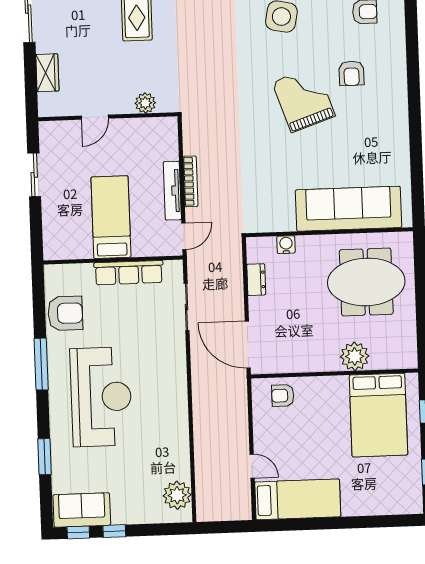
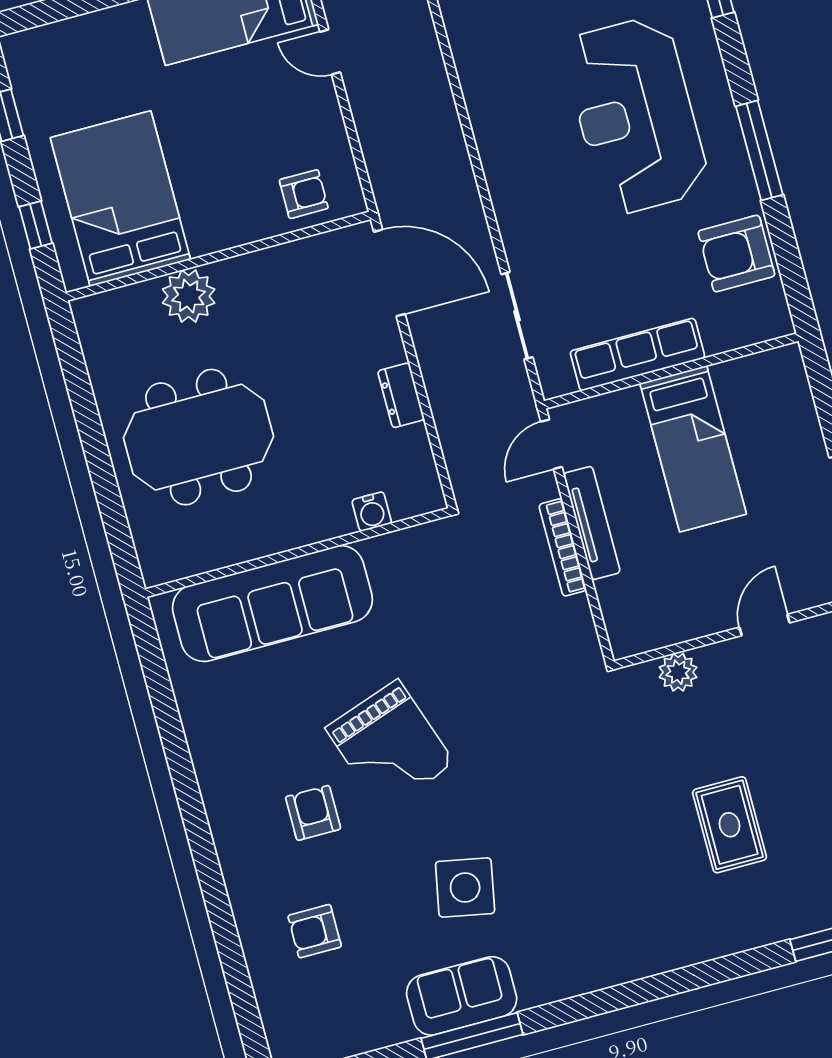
sofa: (348, 209) -> (272, 604), moved
wall: (329, 232) -> (298, 552), moved
water cooler: (286, 245) -> (372, 512), moved

